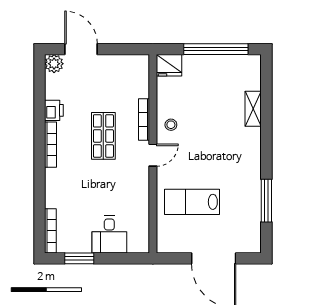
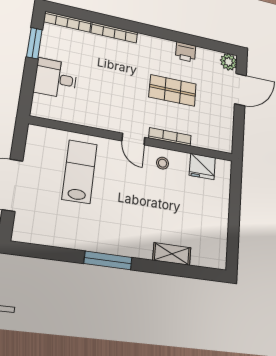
window: (216, 49) -> (234, 222), removed
fridge: (169, 65) -> (202, 167), moved, turned -90
shop shelf: (103, 136) -> (173, 90), moved
bookcase: (51, 145) -> (114, 33), moved
window: (266, 201) -> (108, 260), moved

